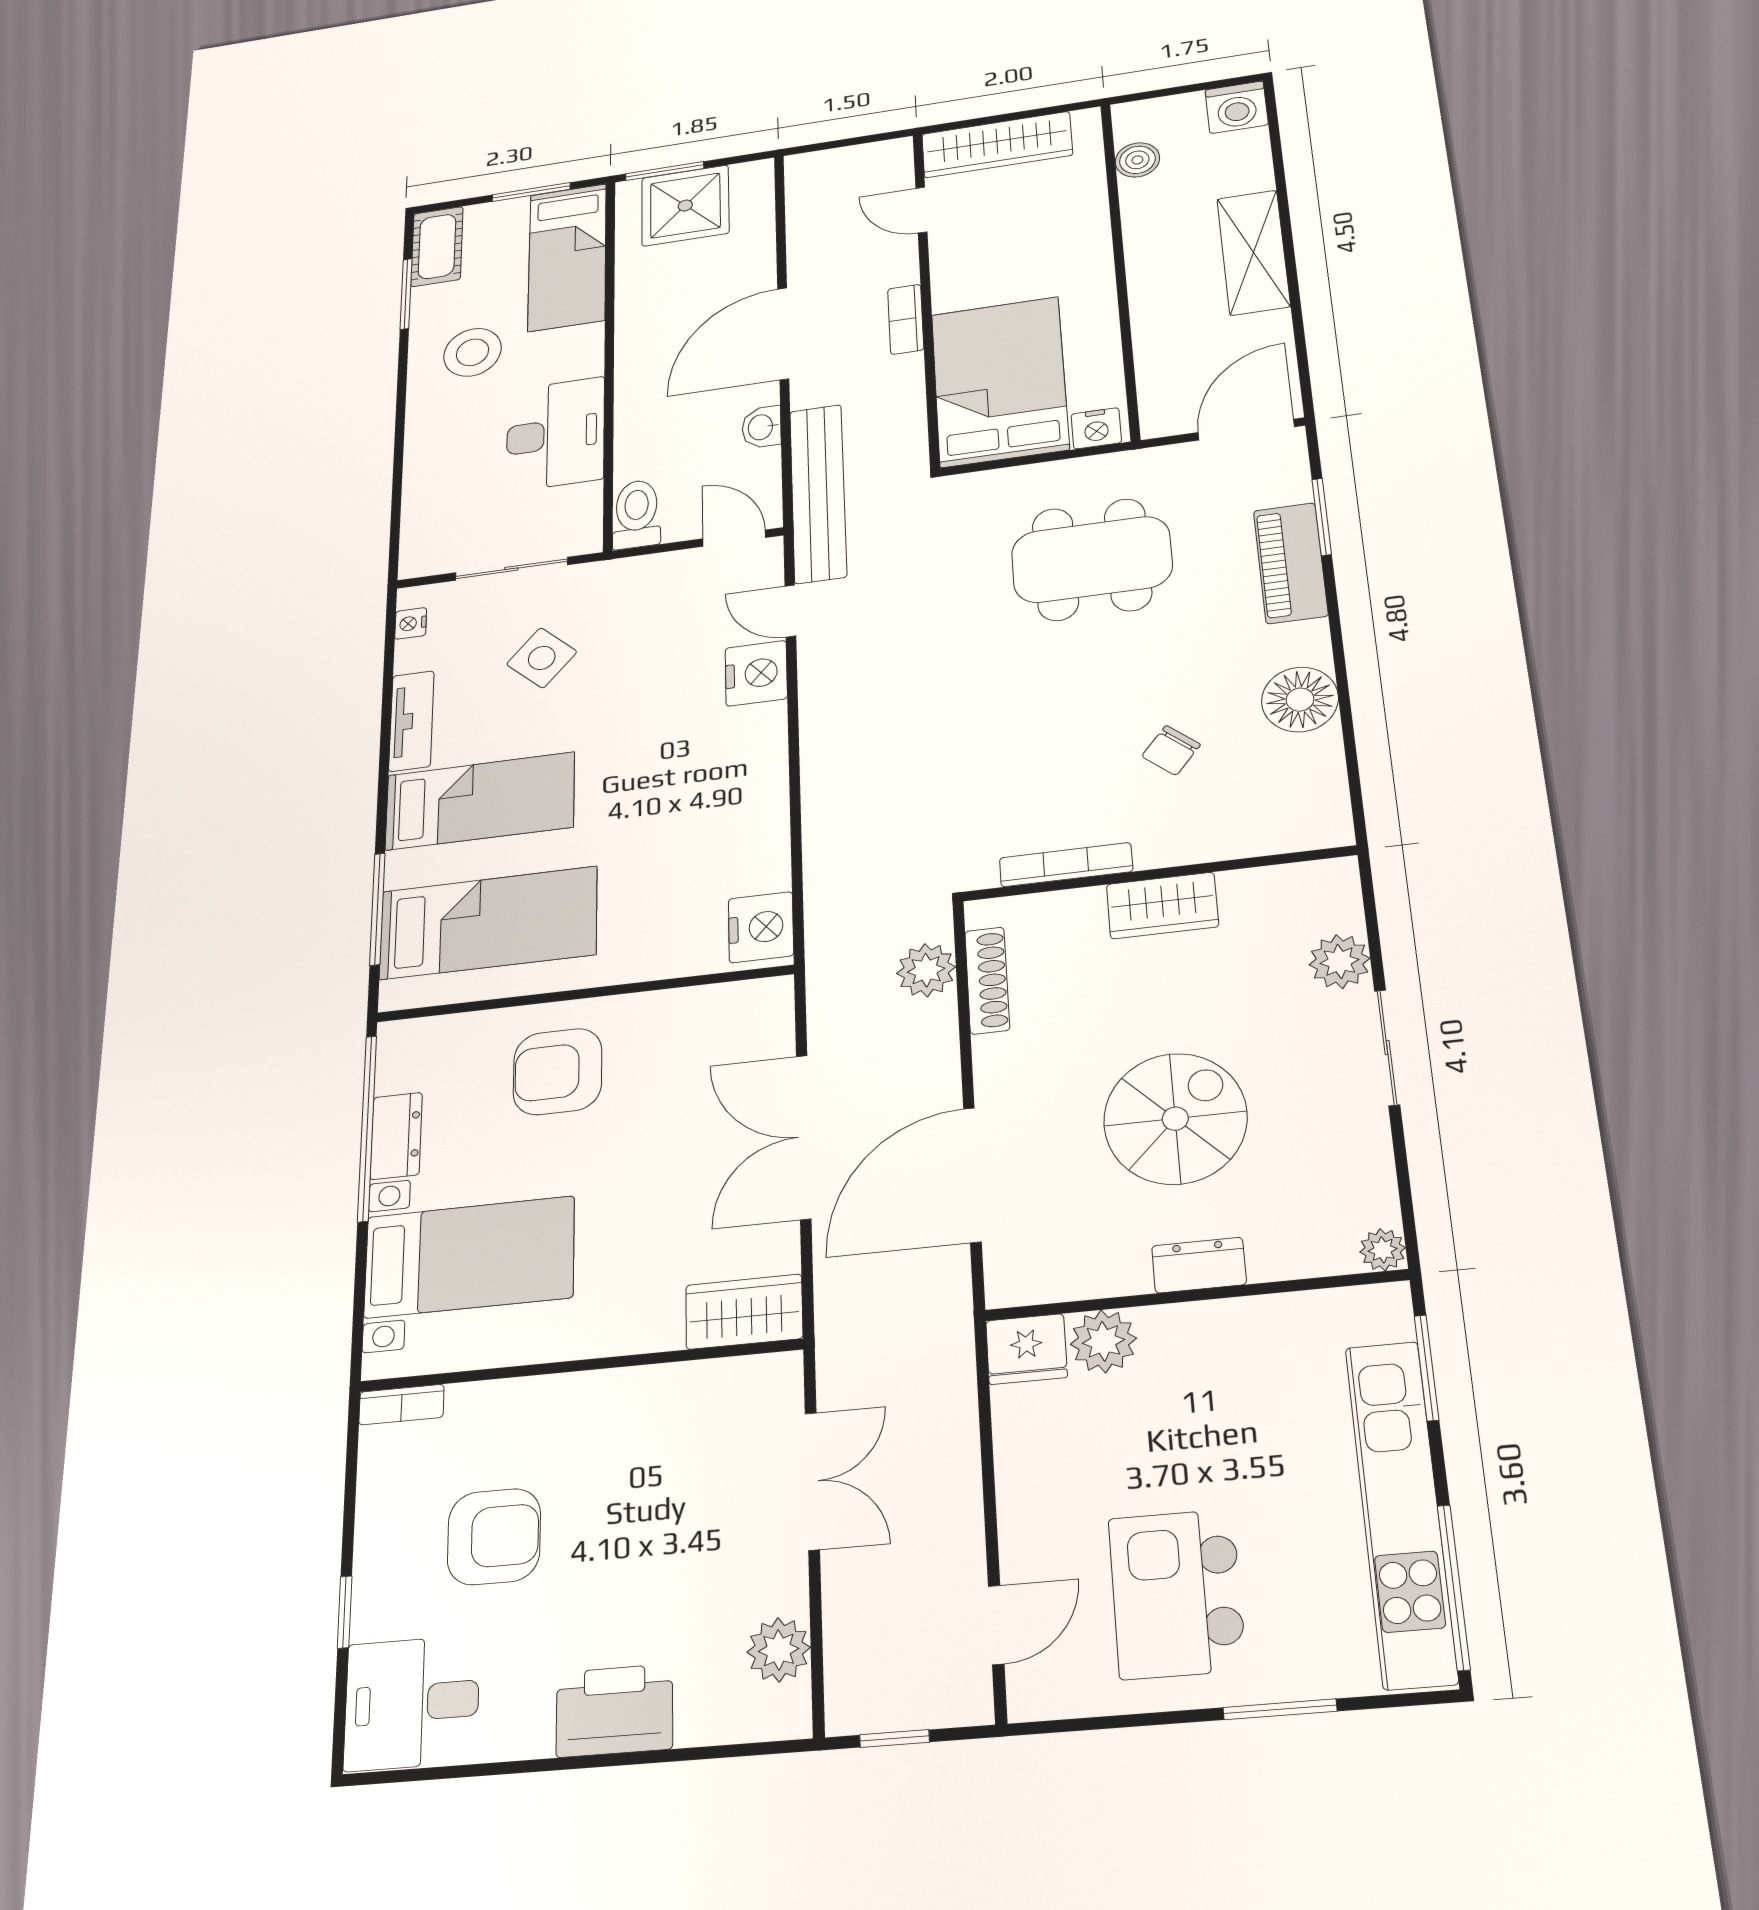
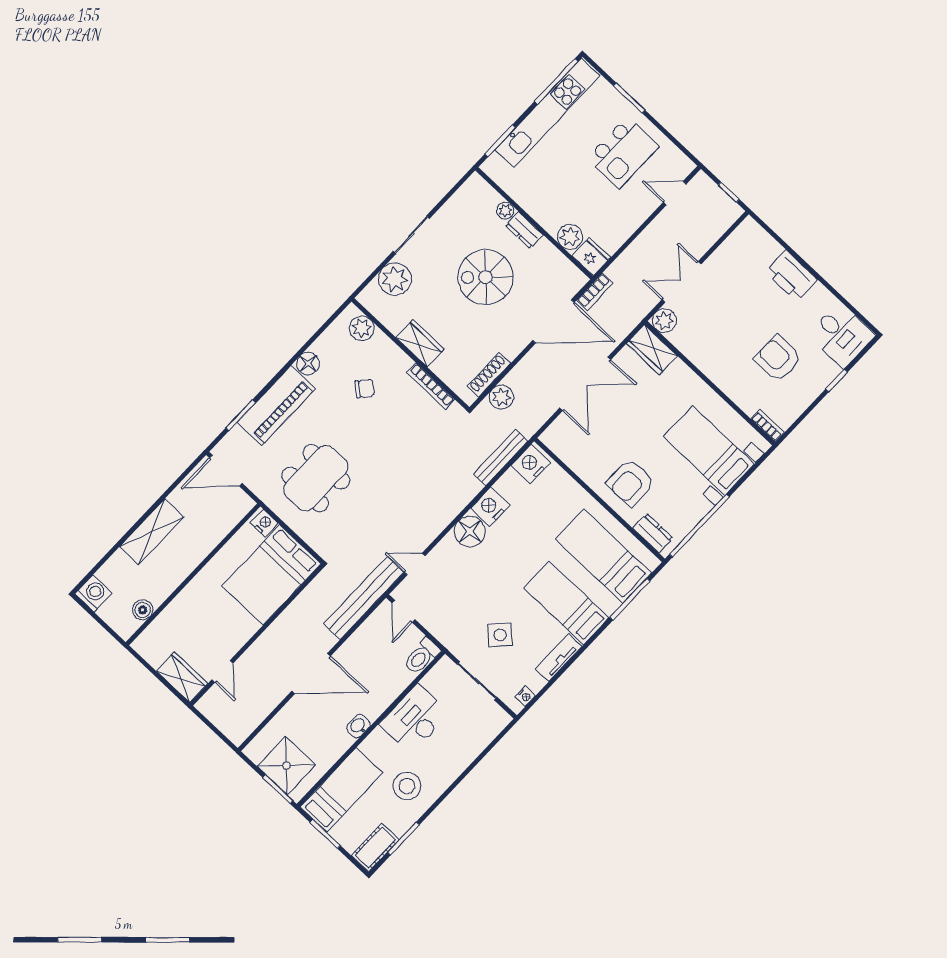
wardrobe: (997, 145) -> (182, 677), width x0.67
bookcase: (906, 319) -> (595, 292), moved
washbasin: (762, 427) -> (358, 726), moved, turned 180
dining table: (1092, 559) -> (316, 478), turned 90
piano: (1291, 563) -> (276, 406), width x1.37, depth x1.33
door: (790, 611) -> (415, 564), swing flipped
nightstand: (756, 673) -> (490, 507), moved
floor lamp: (1300, 700) -> (308, 364), width x0.73, depth x0.73
floor lamp: (753, 738) -> (470, 531), added
plant: (1288, 826) -> (362, 328), added
bench: (823, 885) -> (501, 458), added
plant: (1339, 962) -> (395, 279), width x1.36, depth x1.36
armchair: (558, 1072) -> (631, 482), turned 90
dresser: (396, 1136) -> (653, 533), moved, turned 90
plant: (1383, 1250) -> (505, 211), moved
plant: (779, 1650) -> (664, 321), moved

